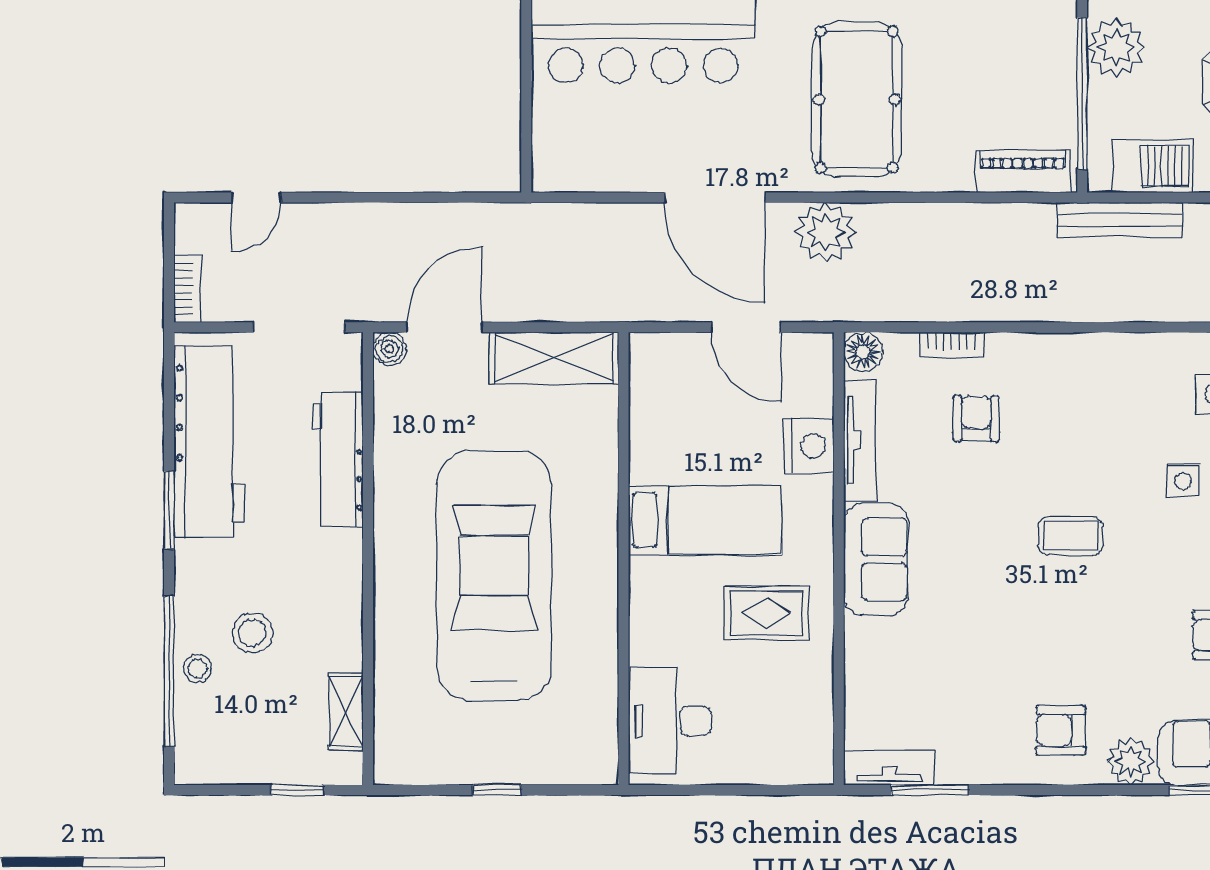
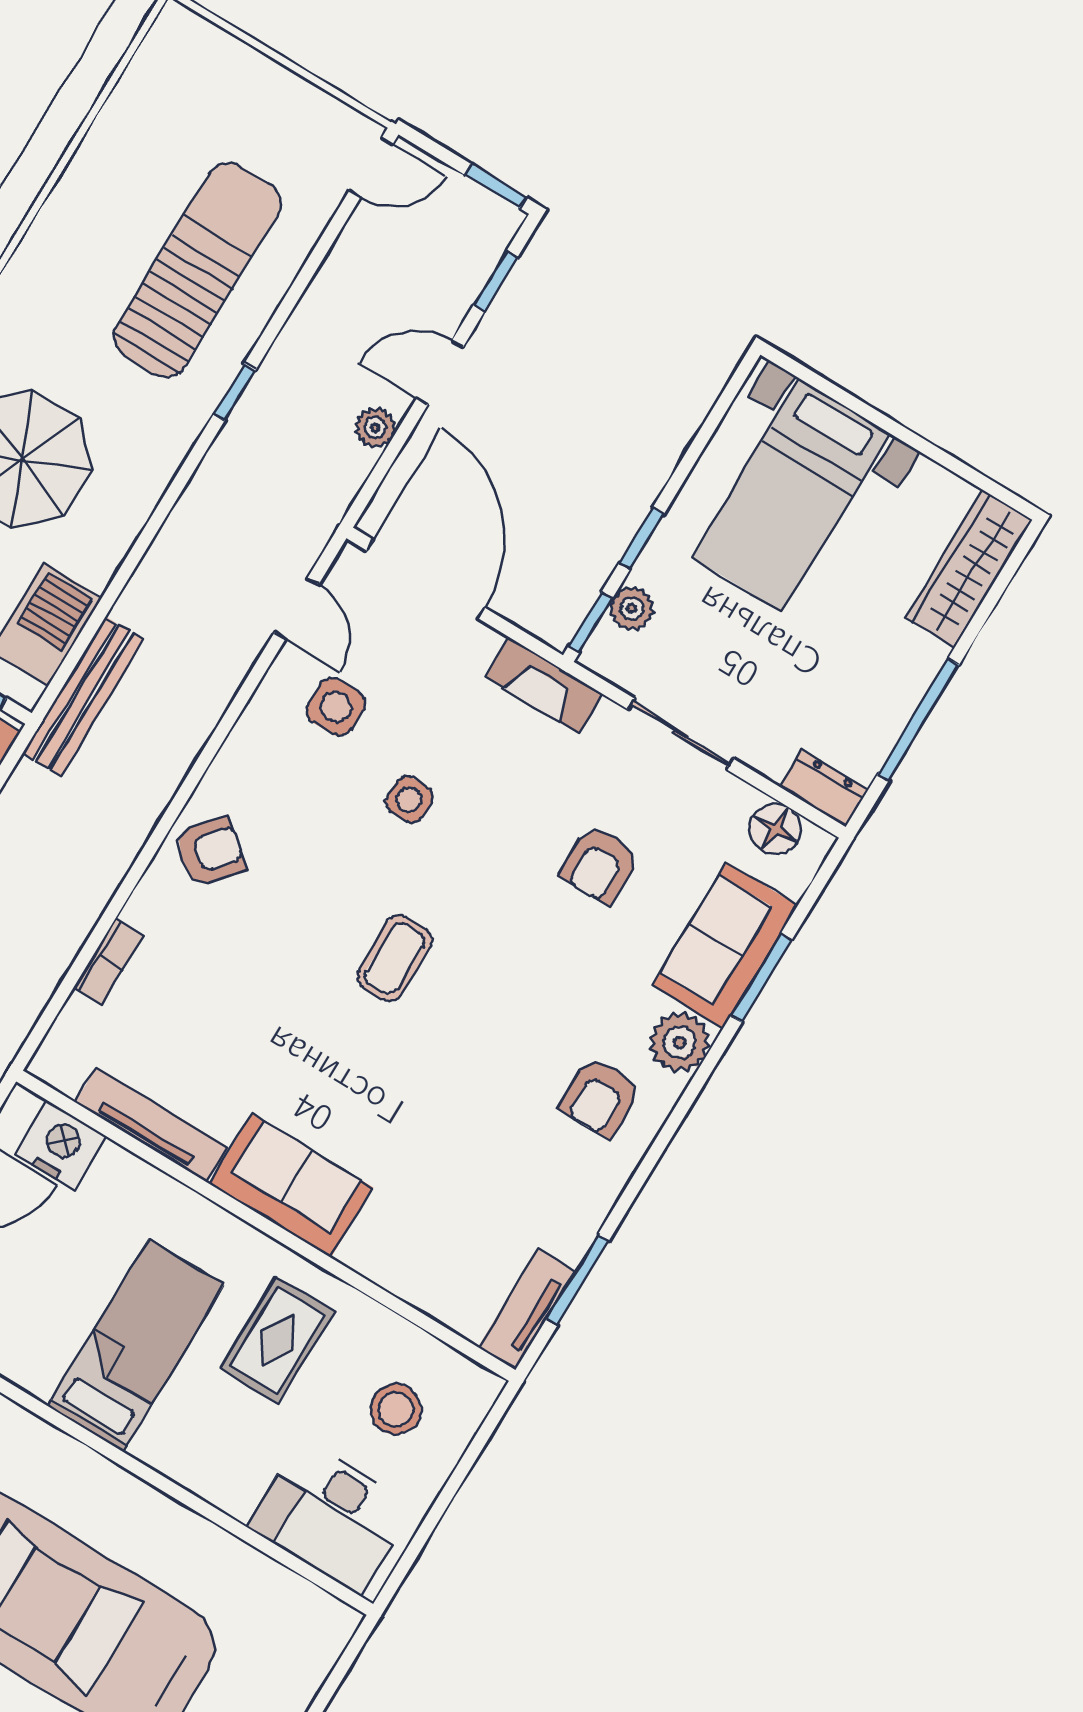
floor lamp: (863, 352) -> (57, 1062), removed
armchair: (976, 419) -> (210, 851), moved, turned 130
nightstand: (809, 446) -> (61, 1145), moved
stool: (768, 721) -> (396, 1409), added

